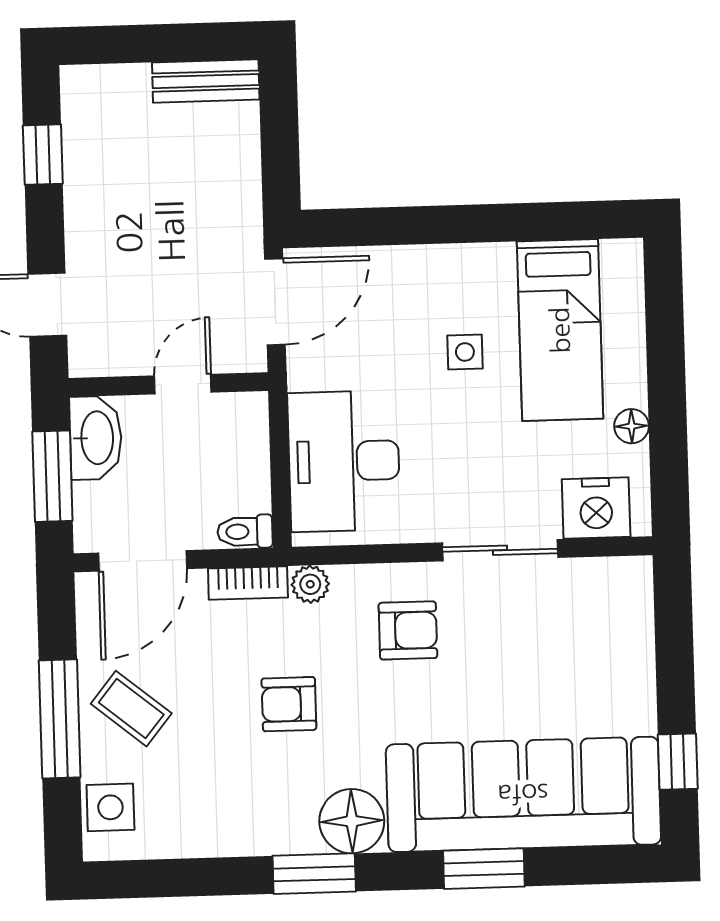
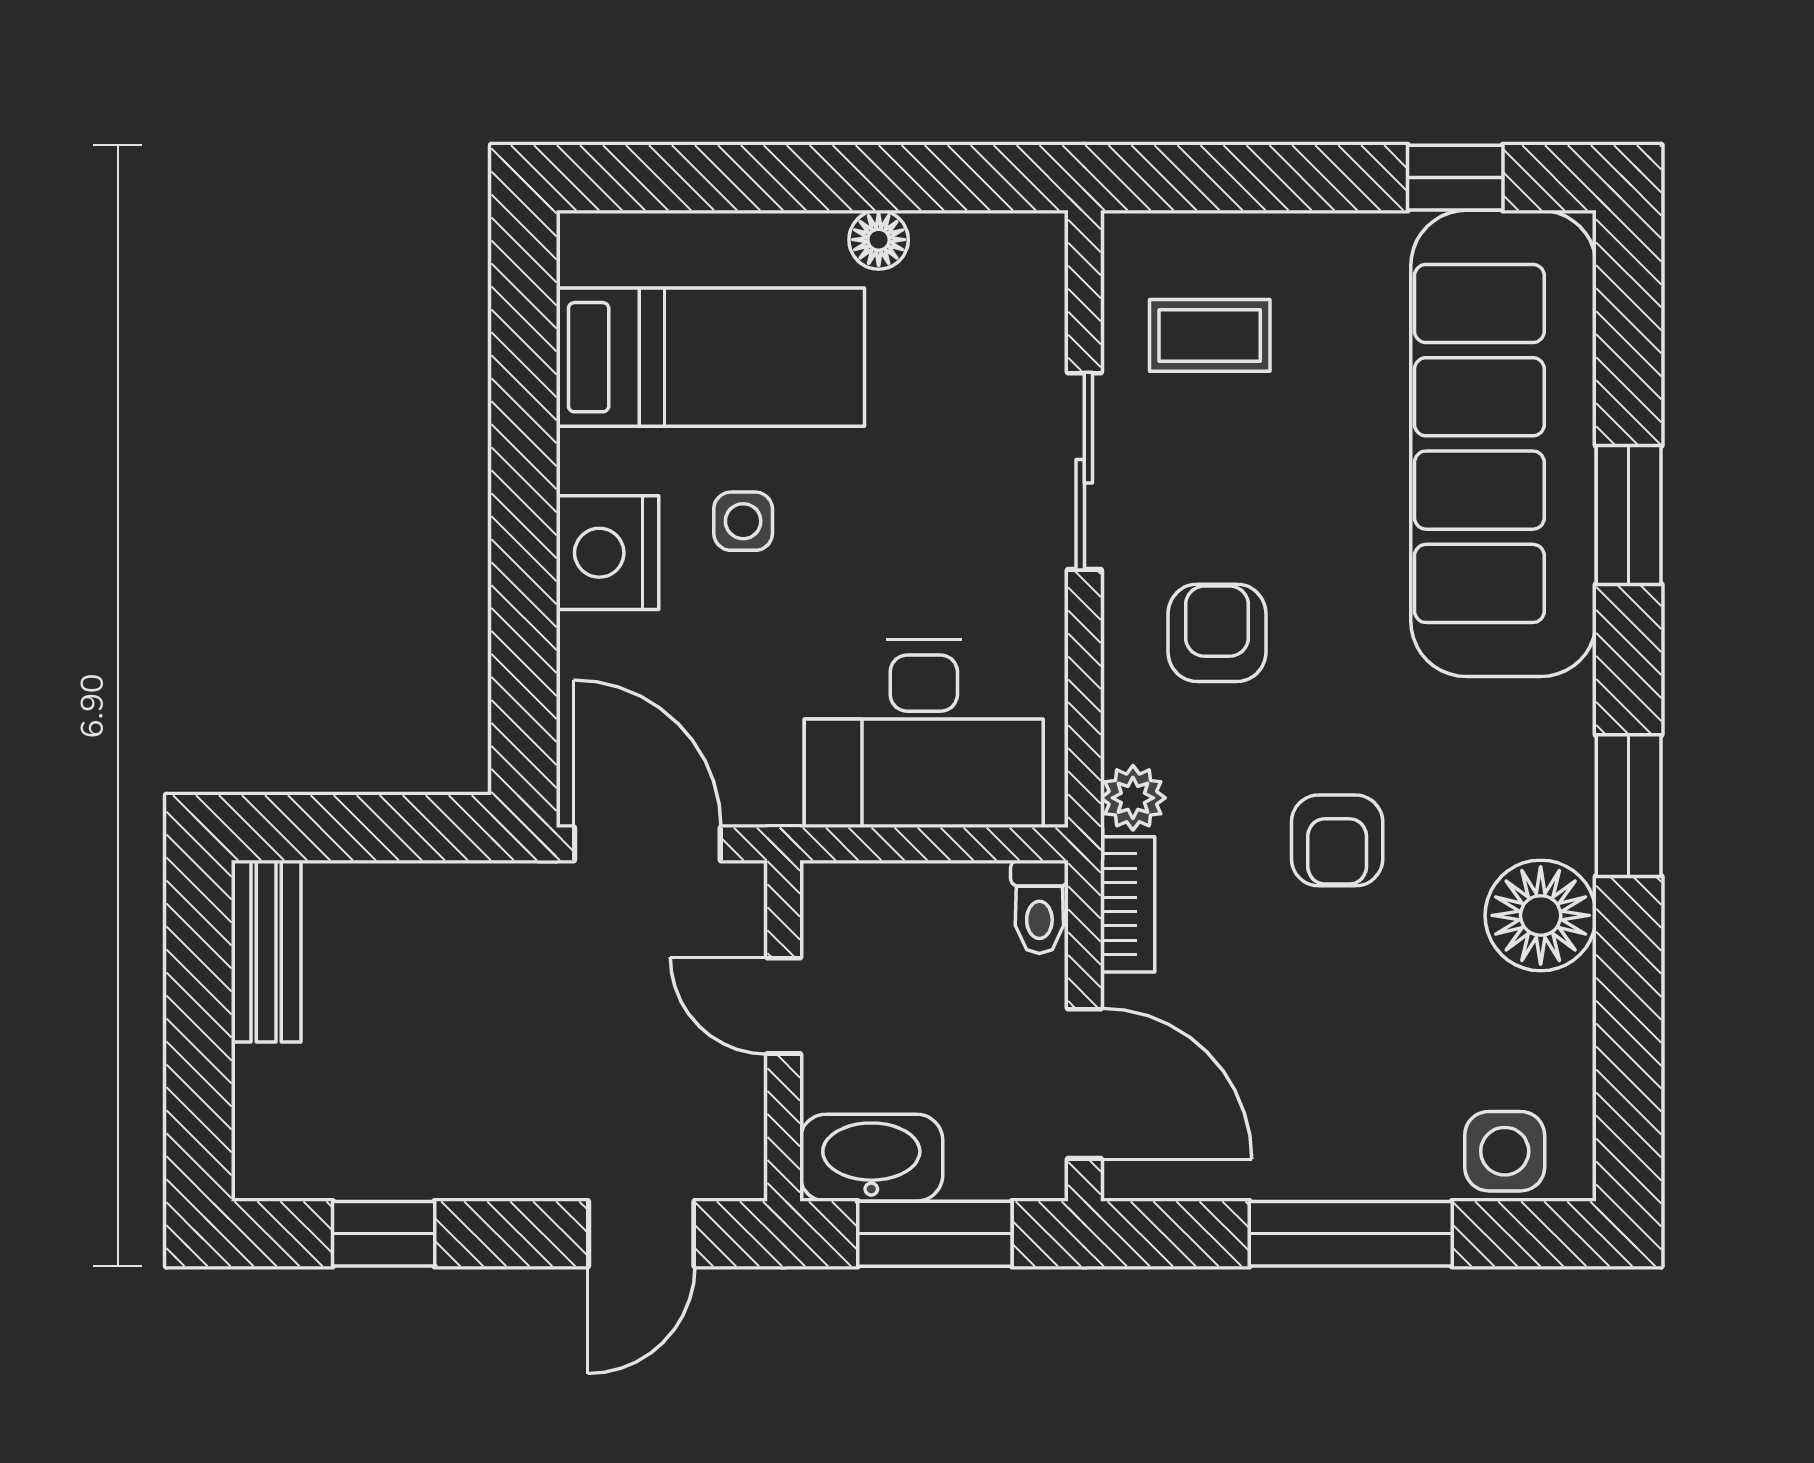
nightstand: (596, 508) -> (607, 553), moved, turned 180
coffee table: (131, 709) -> (1210, 335), moved, turned 51
floor lamp: (352, 821) -> (1541, 915), moved

